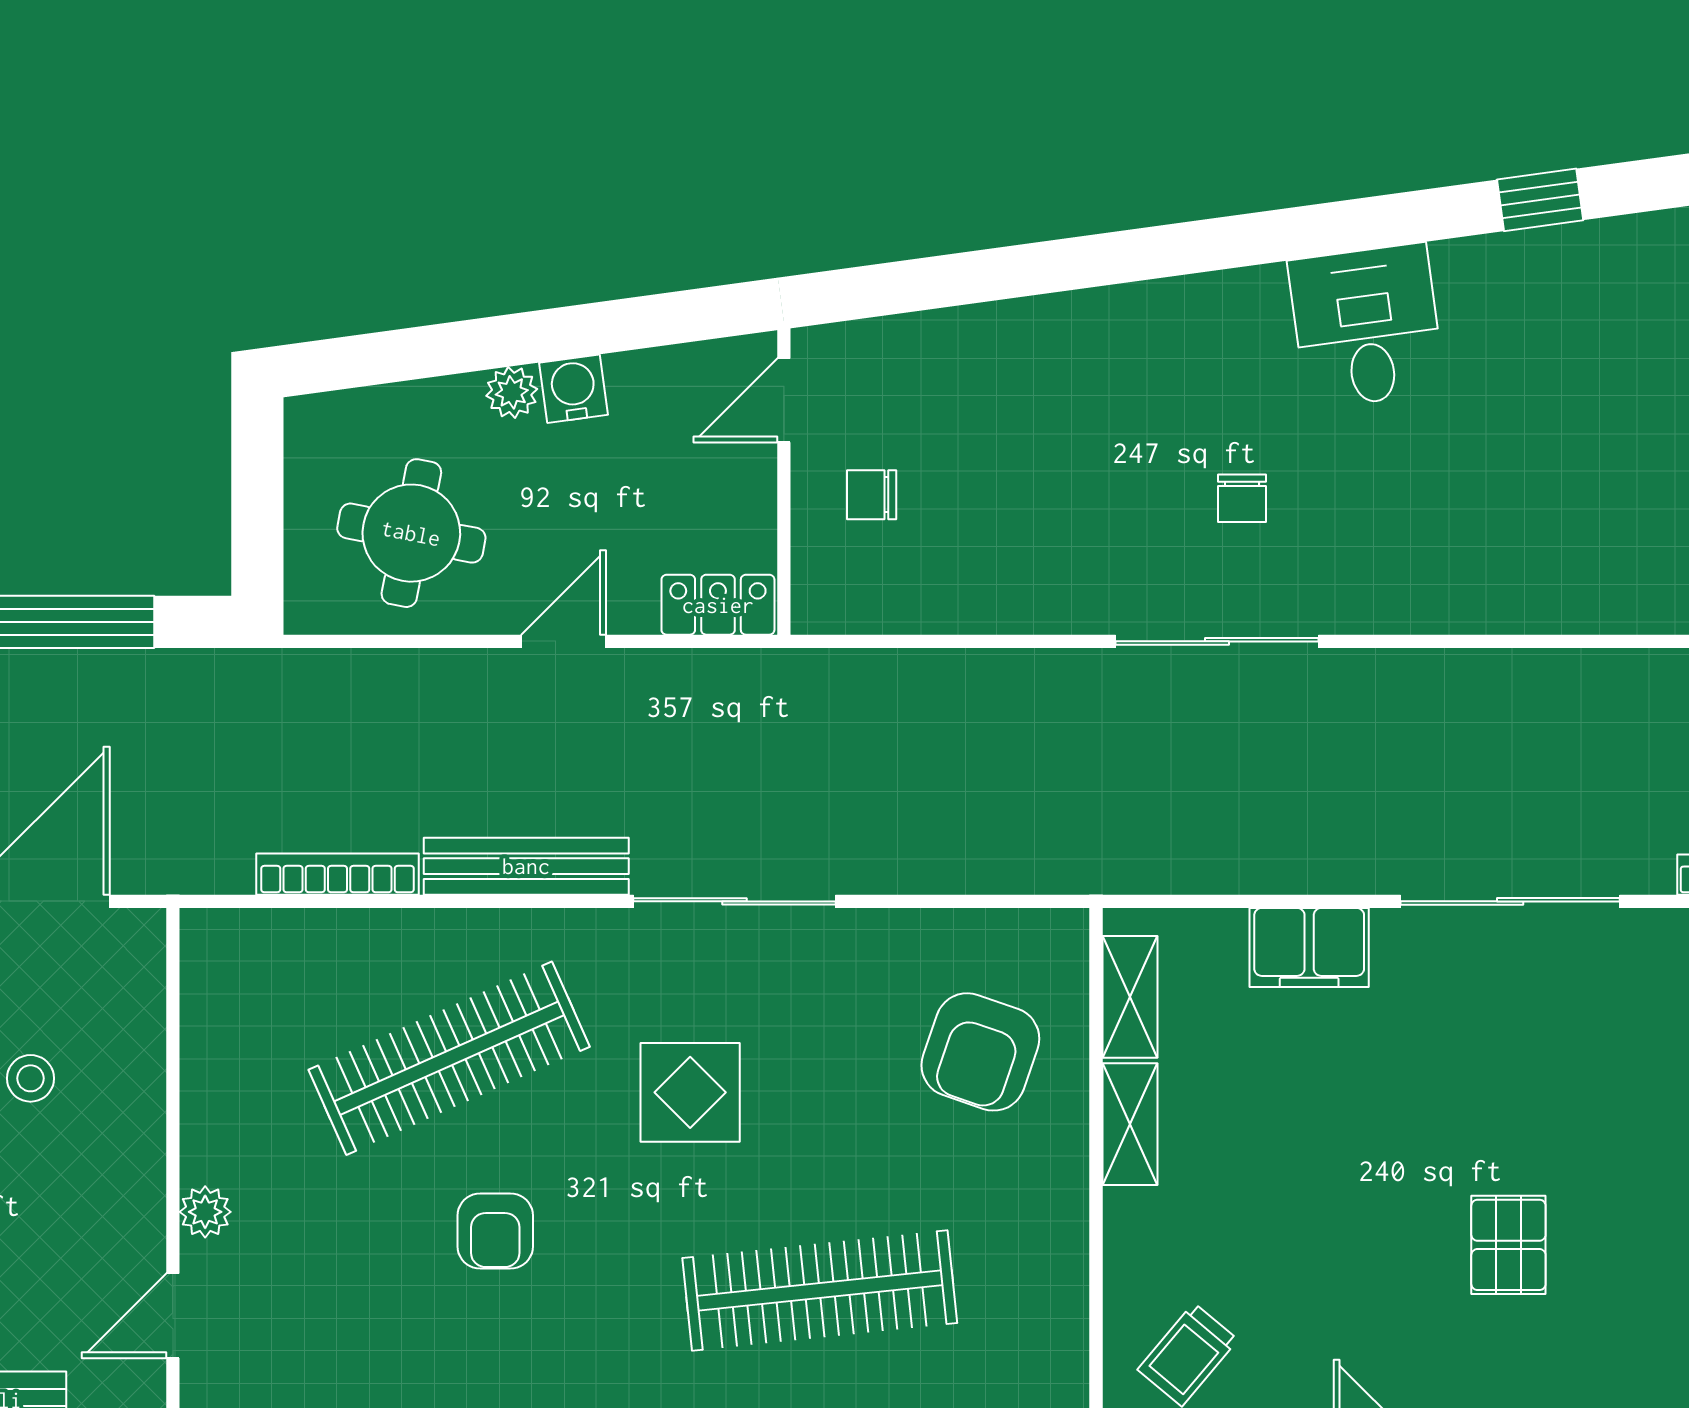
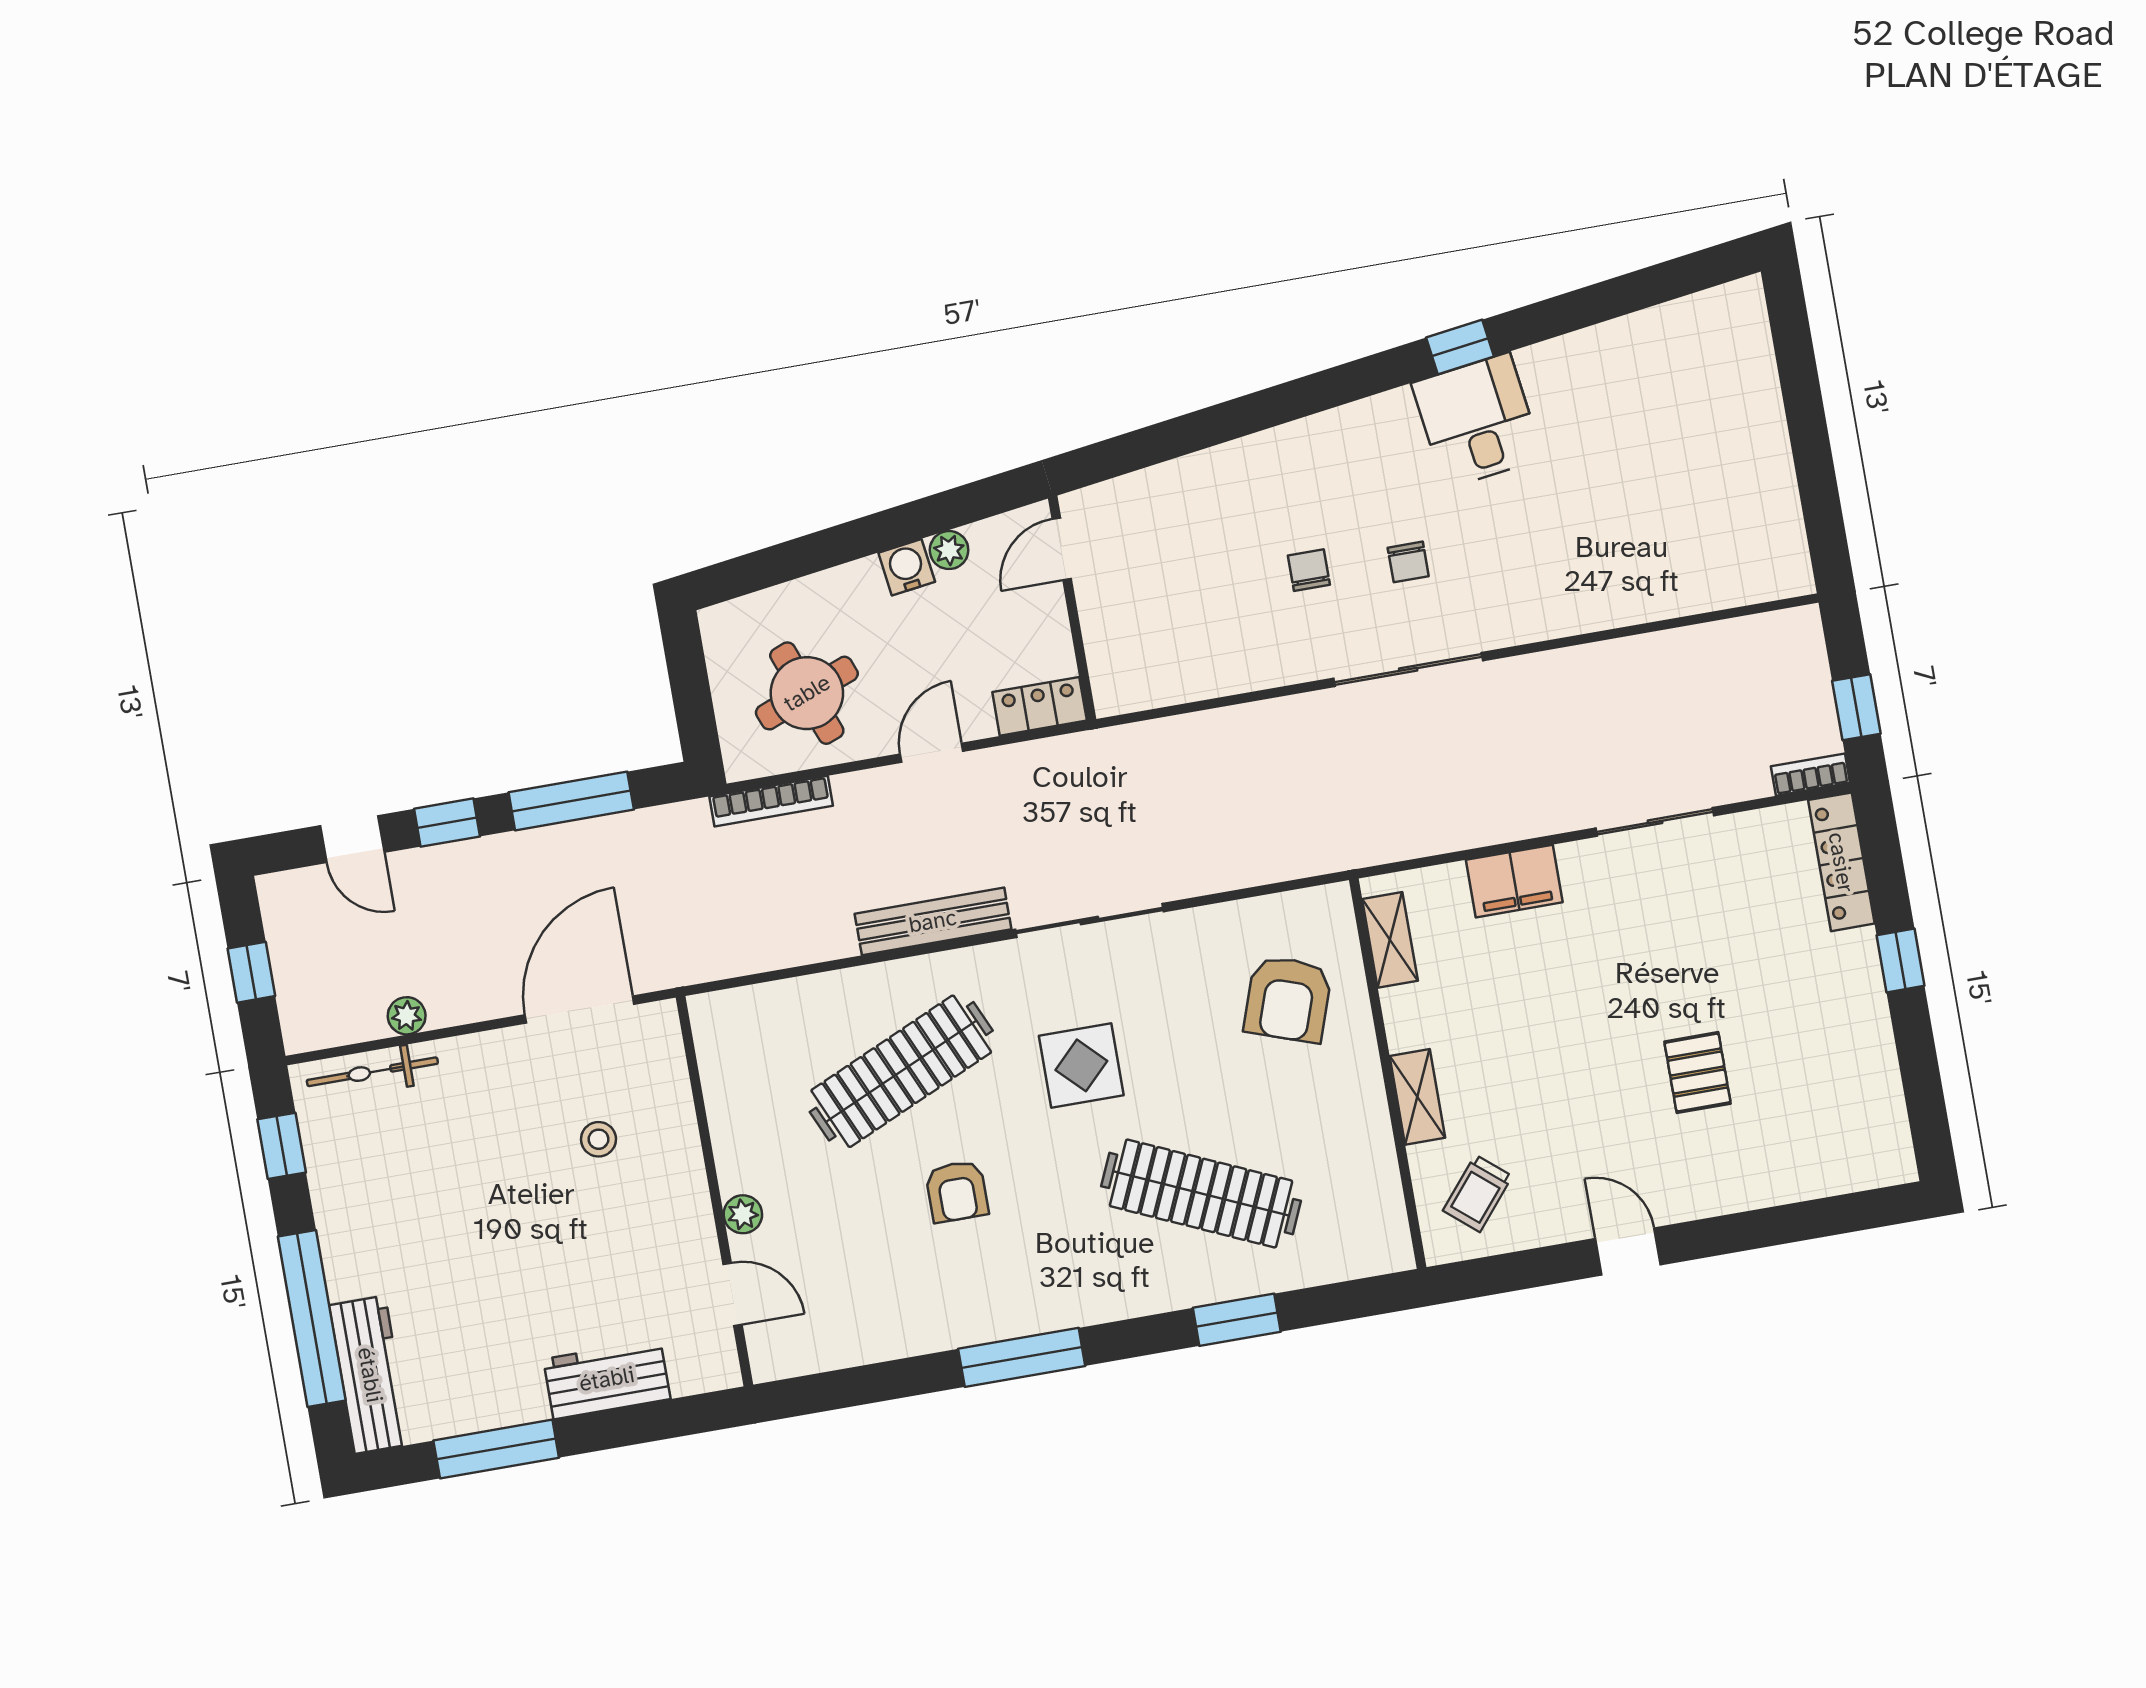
window: (1540, 200) -> (1460, 347), moved
plant: (512, 392) -> (949, 550), moved
chair: (872, 495) -> (1309, 570), moved, turned 90
round table: (411, 533) -> (807, 693), turned -32
bookcase: (338, 874) -> (771, 801), moved, turned 180
sliding door: (1510, 901) -> (1655, 822), width x0.73
shelving: (1130, 1124) -> (1417, 1097), moved
clothes rail: (820, 1291) -> (1201, 1193), turned 30
door: (173, 1316) -> (733, 1294), swing flipped

